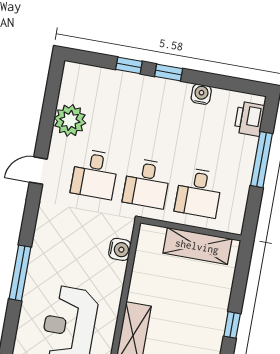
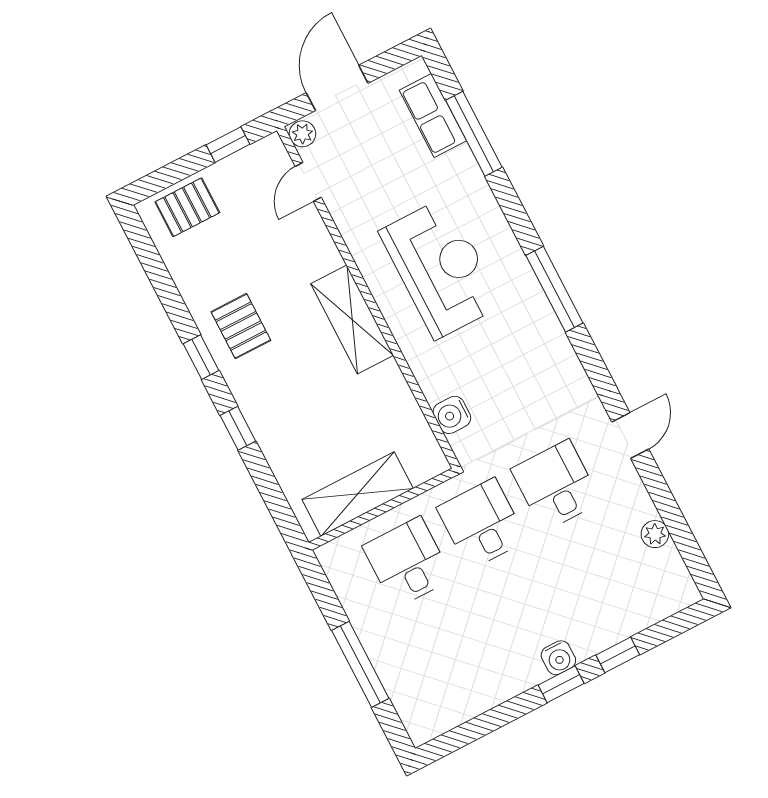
water cooler: (201, 94) -> (558, 658), moved
printer: (249, 119) -> (415, 704), removed
plant: (70, 120) -> (655, 534), width x0.53, depth x0.53

